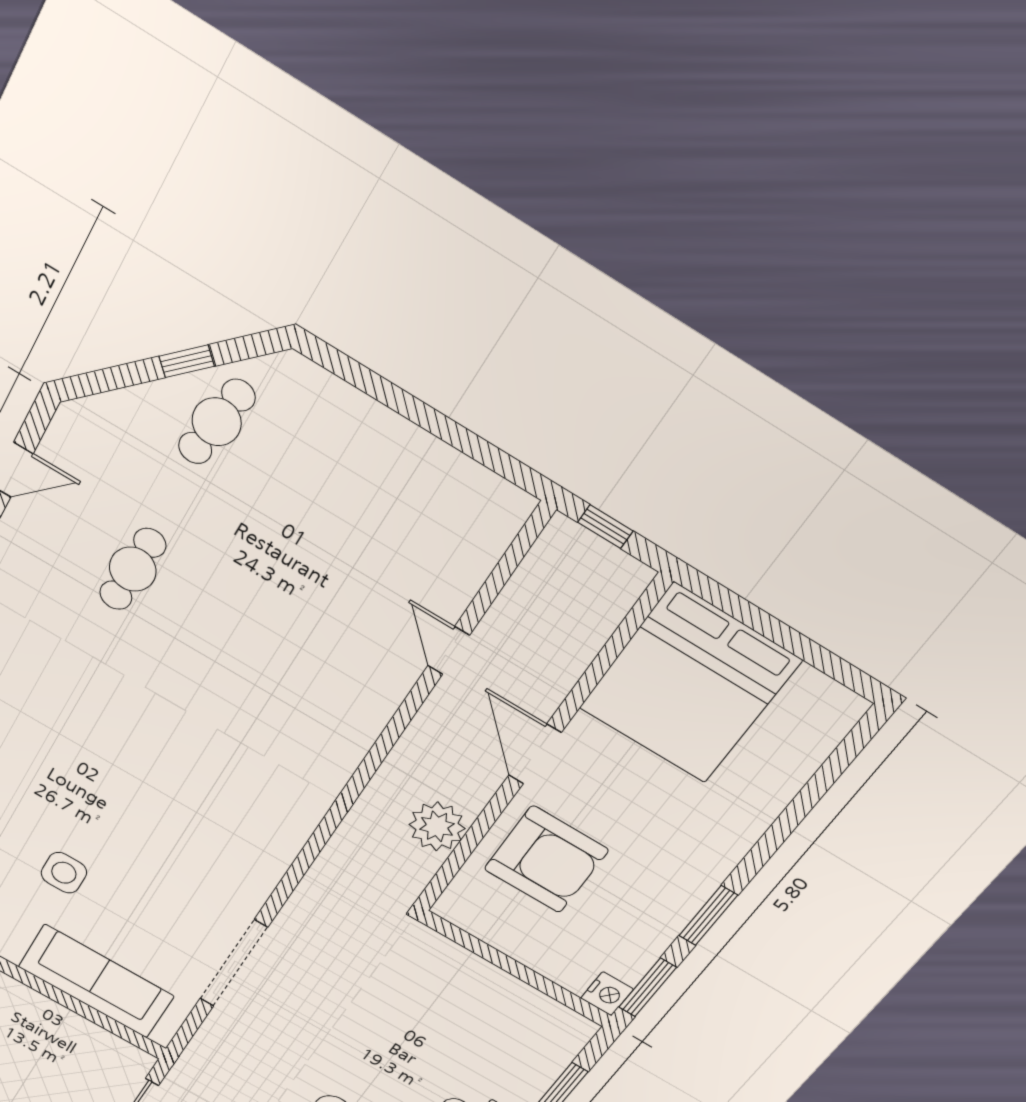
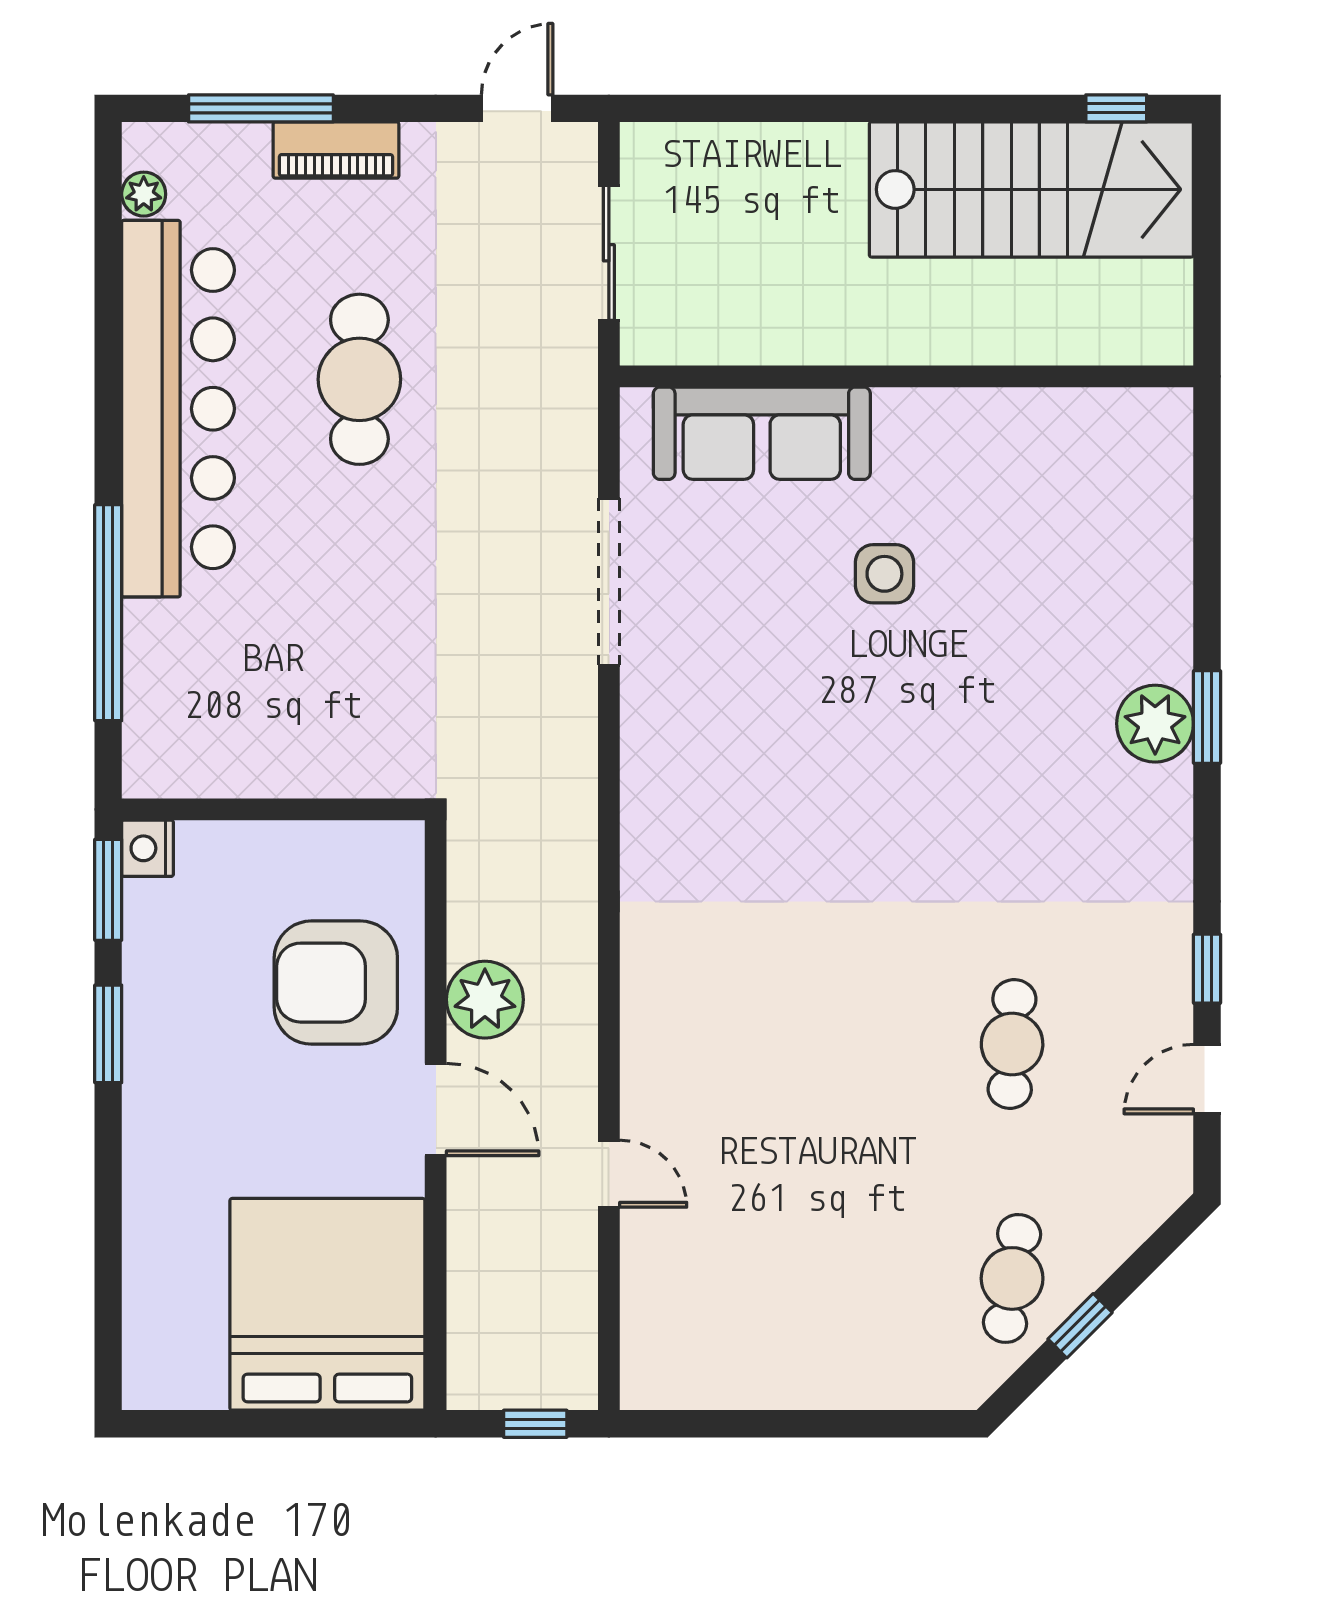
plant: (437, 826) -> (485, 1000), moved

